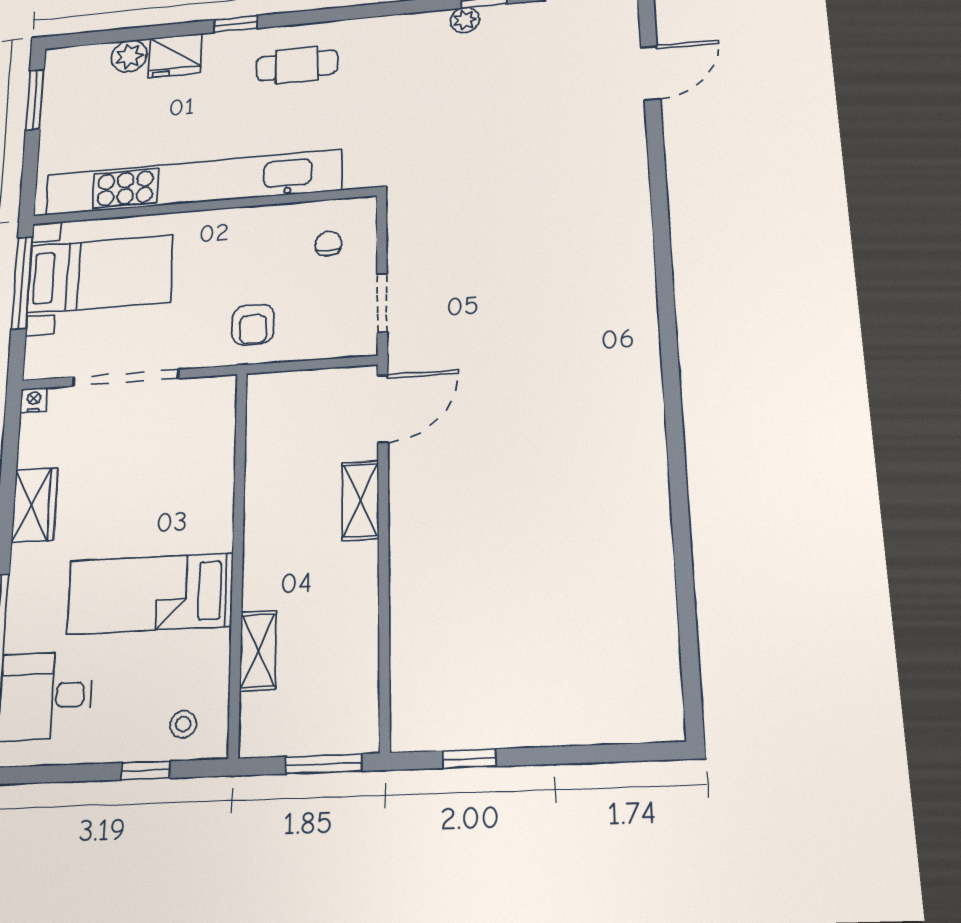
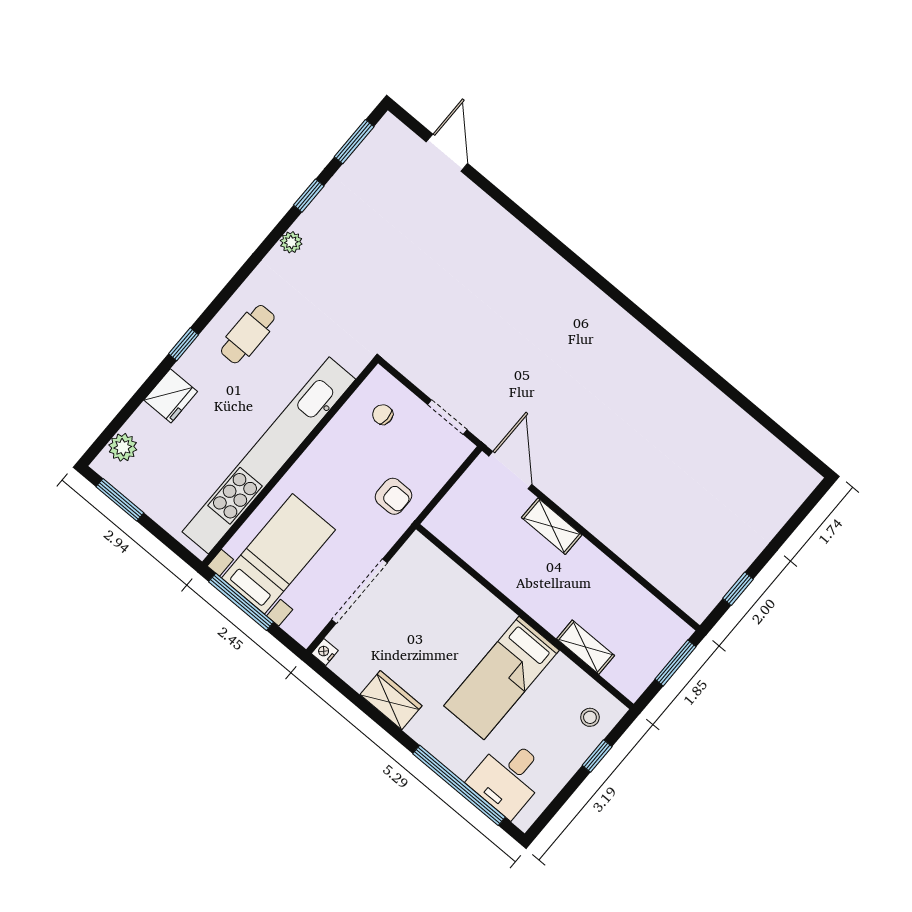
plant: (465, 20) -> (291, 242), moved
plant: (129, 56) -> (123, 447), moved

